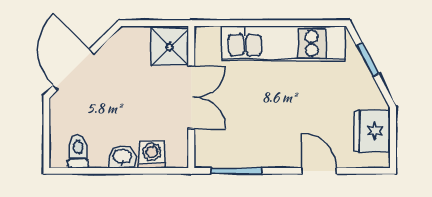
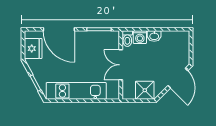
shower: (170, 47) -> (145, 90), moved
toilet: (78, 152) -> (127, 39), moved
door: (319, 171) -> (59, 29), width x1.87

